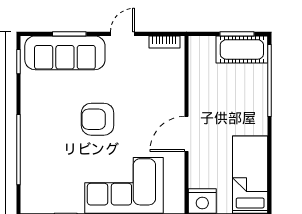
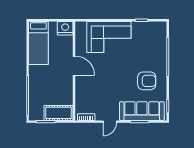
cot: (242, 49) -> (59, 113), moved
armchair: (98, 119) -> (147, 81), moved
door: (186, 134) -> (74, 66), hinge flipped

